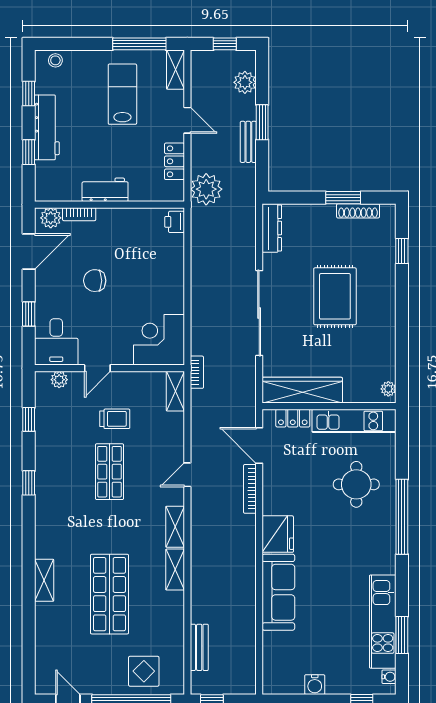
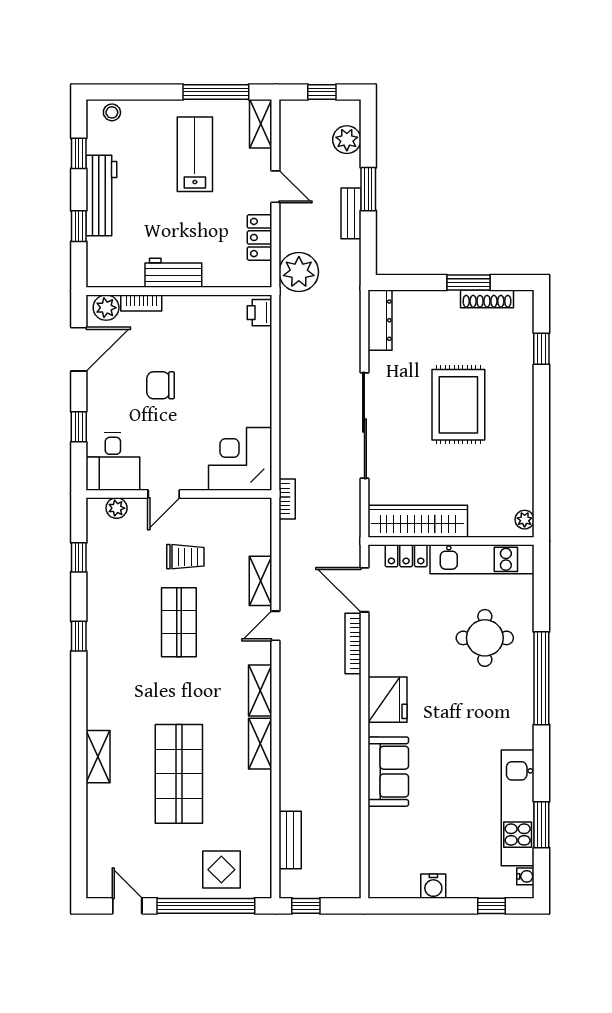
shelving: (175, 391) -> (261, 581), moved
sofa: (278, 592) -> (388, 772), width x0.73

